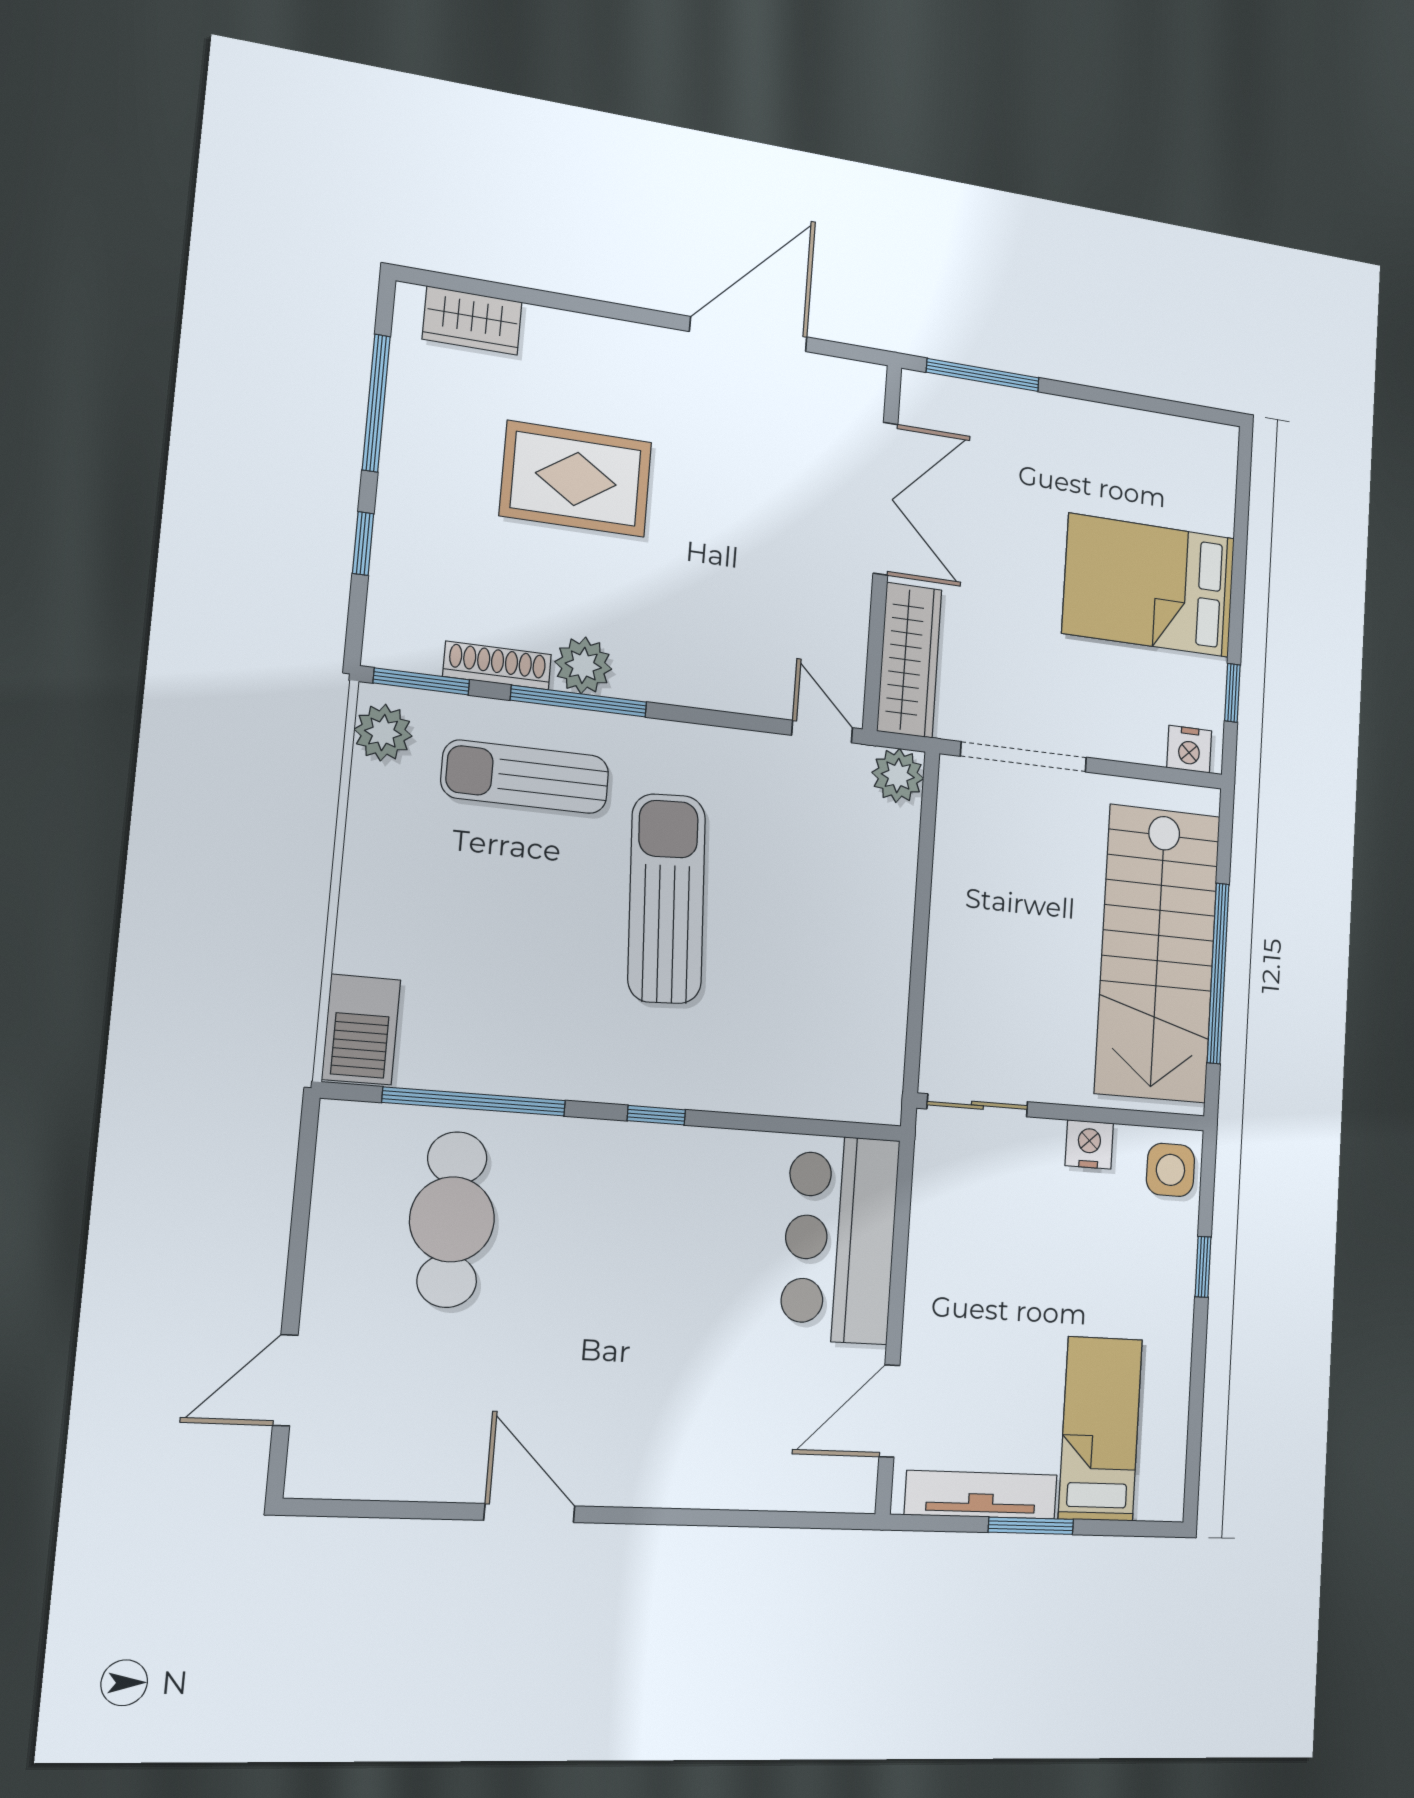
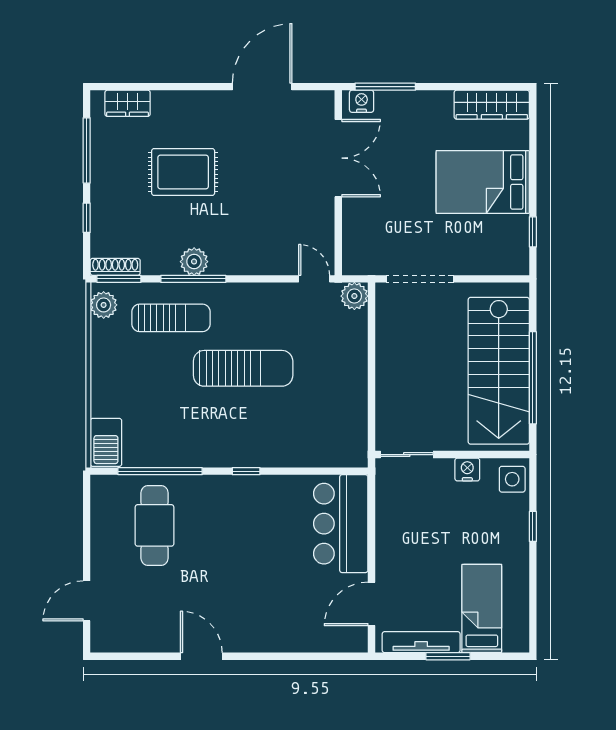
wardrobe: (909, 660) -> (492, 105), moved, turned 90
shoe rack: (497, 665) -> (115, 267), moved
nightstand: (1189, 749) -> (362, 101), moved, turned 180
sun lounger: (525, 777) -> (171, 318), turned 180
sun lounger: (667, 898) -> (243, 368), turned 93

